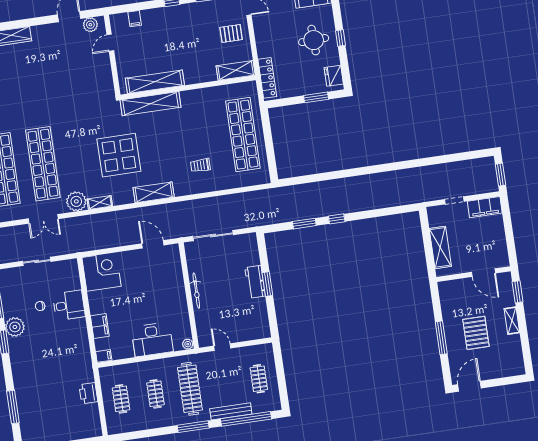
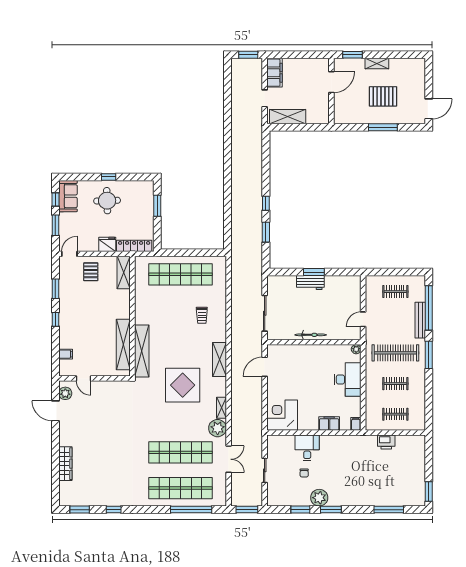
fridge: (334, 76) -> (107, 244), moved, turned 180
shelving: (440, 247) -> (288, 117), moved
door: (469, 386) -> (429, 109), swing flipped

